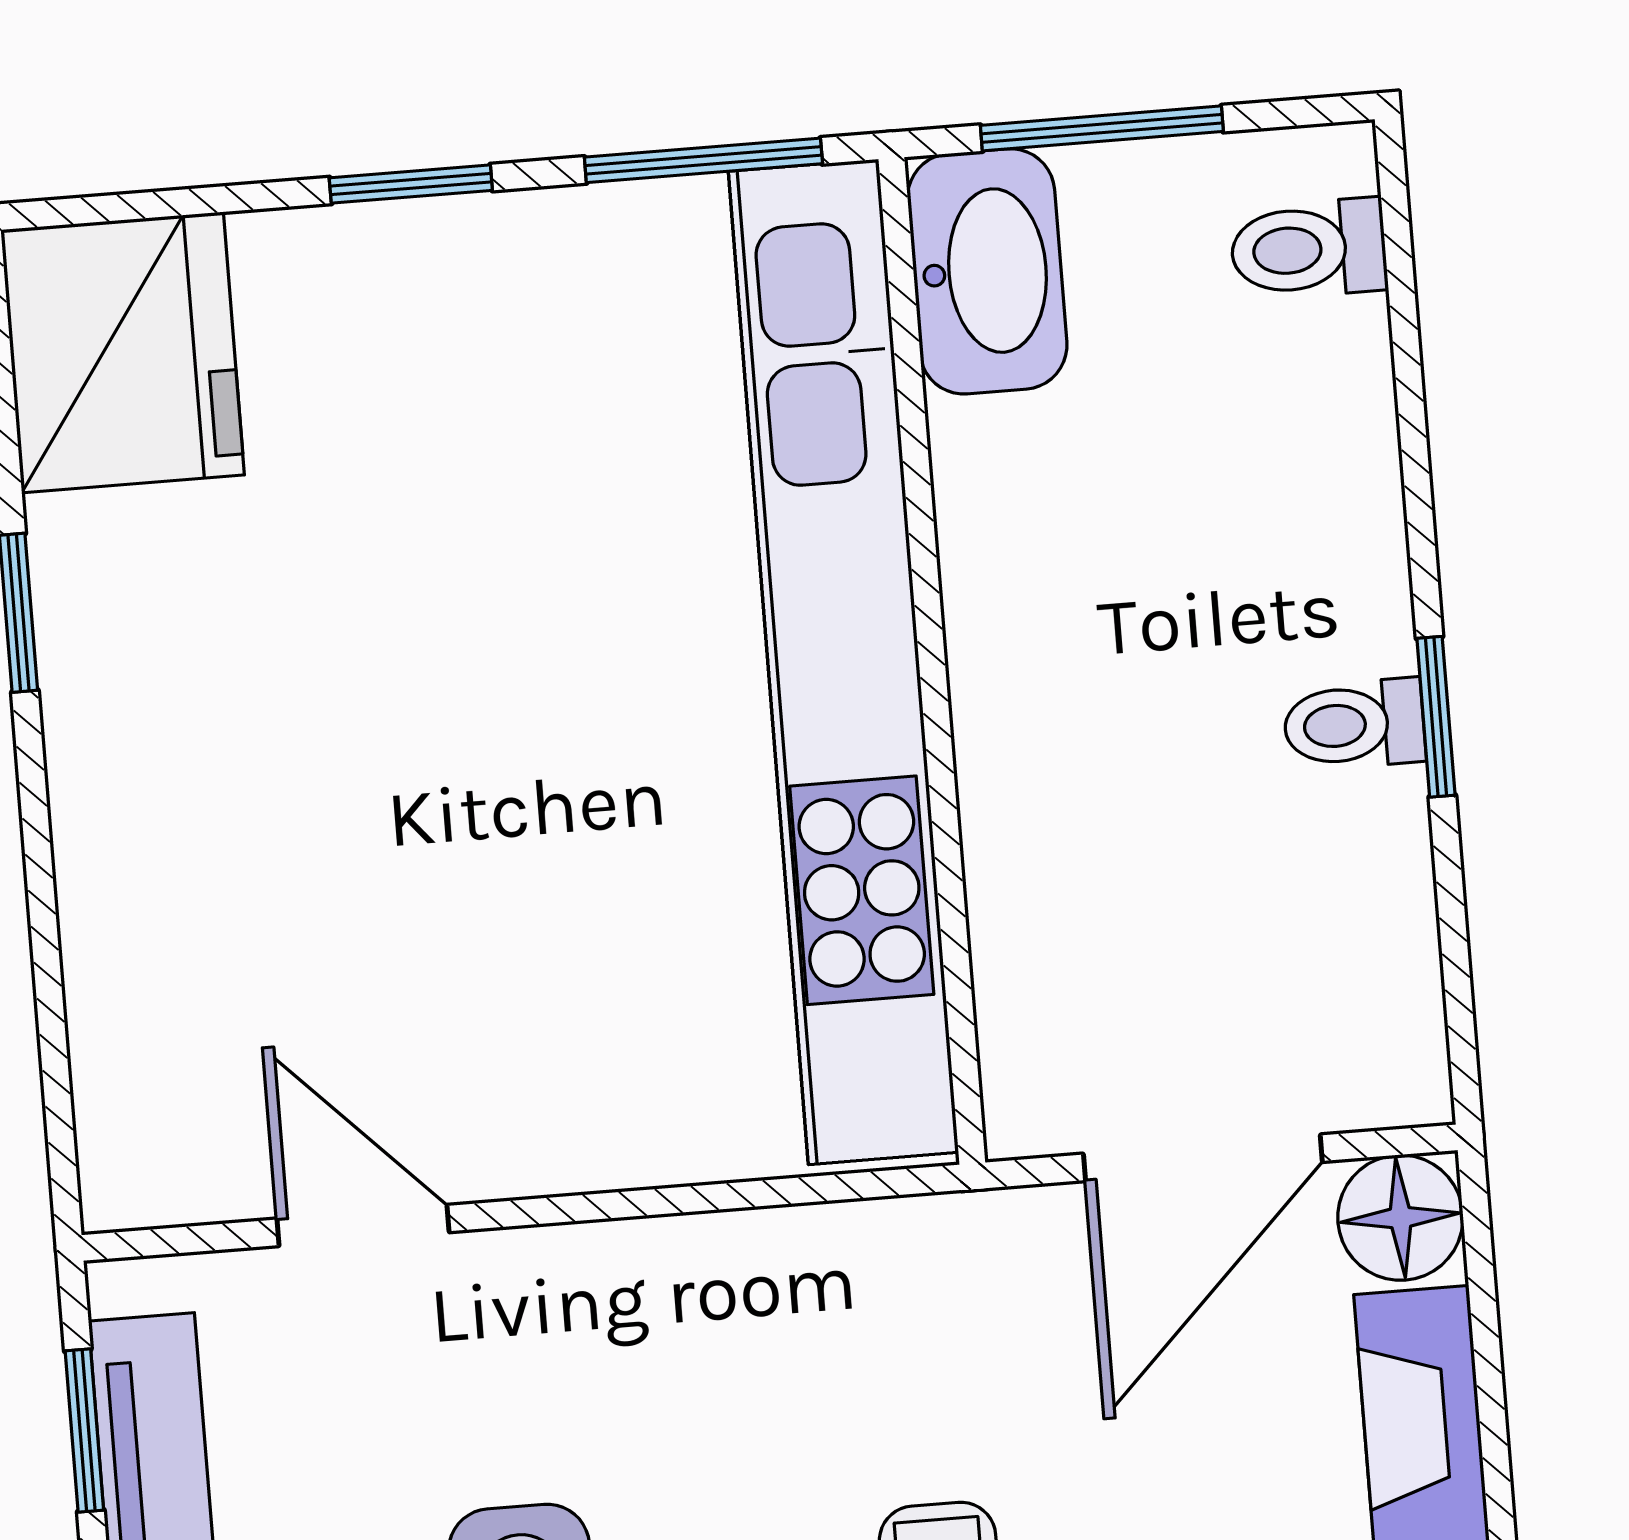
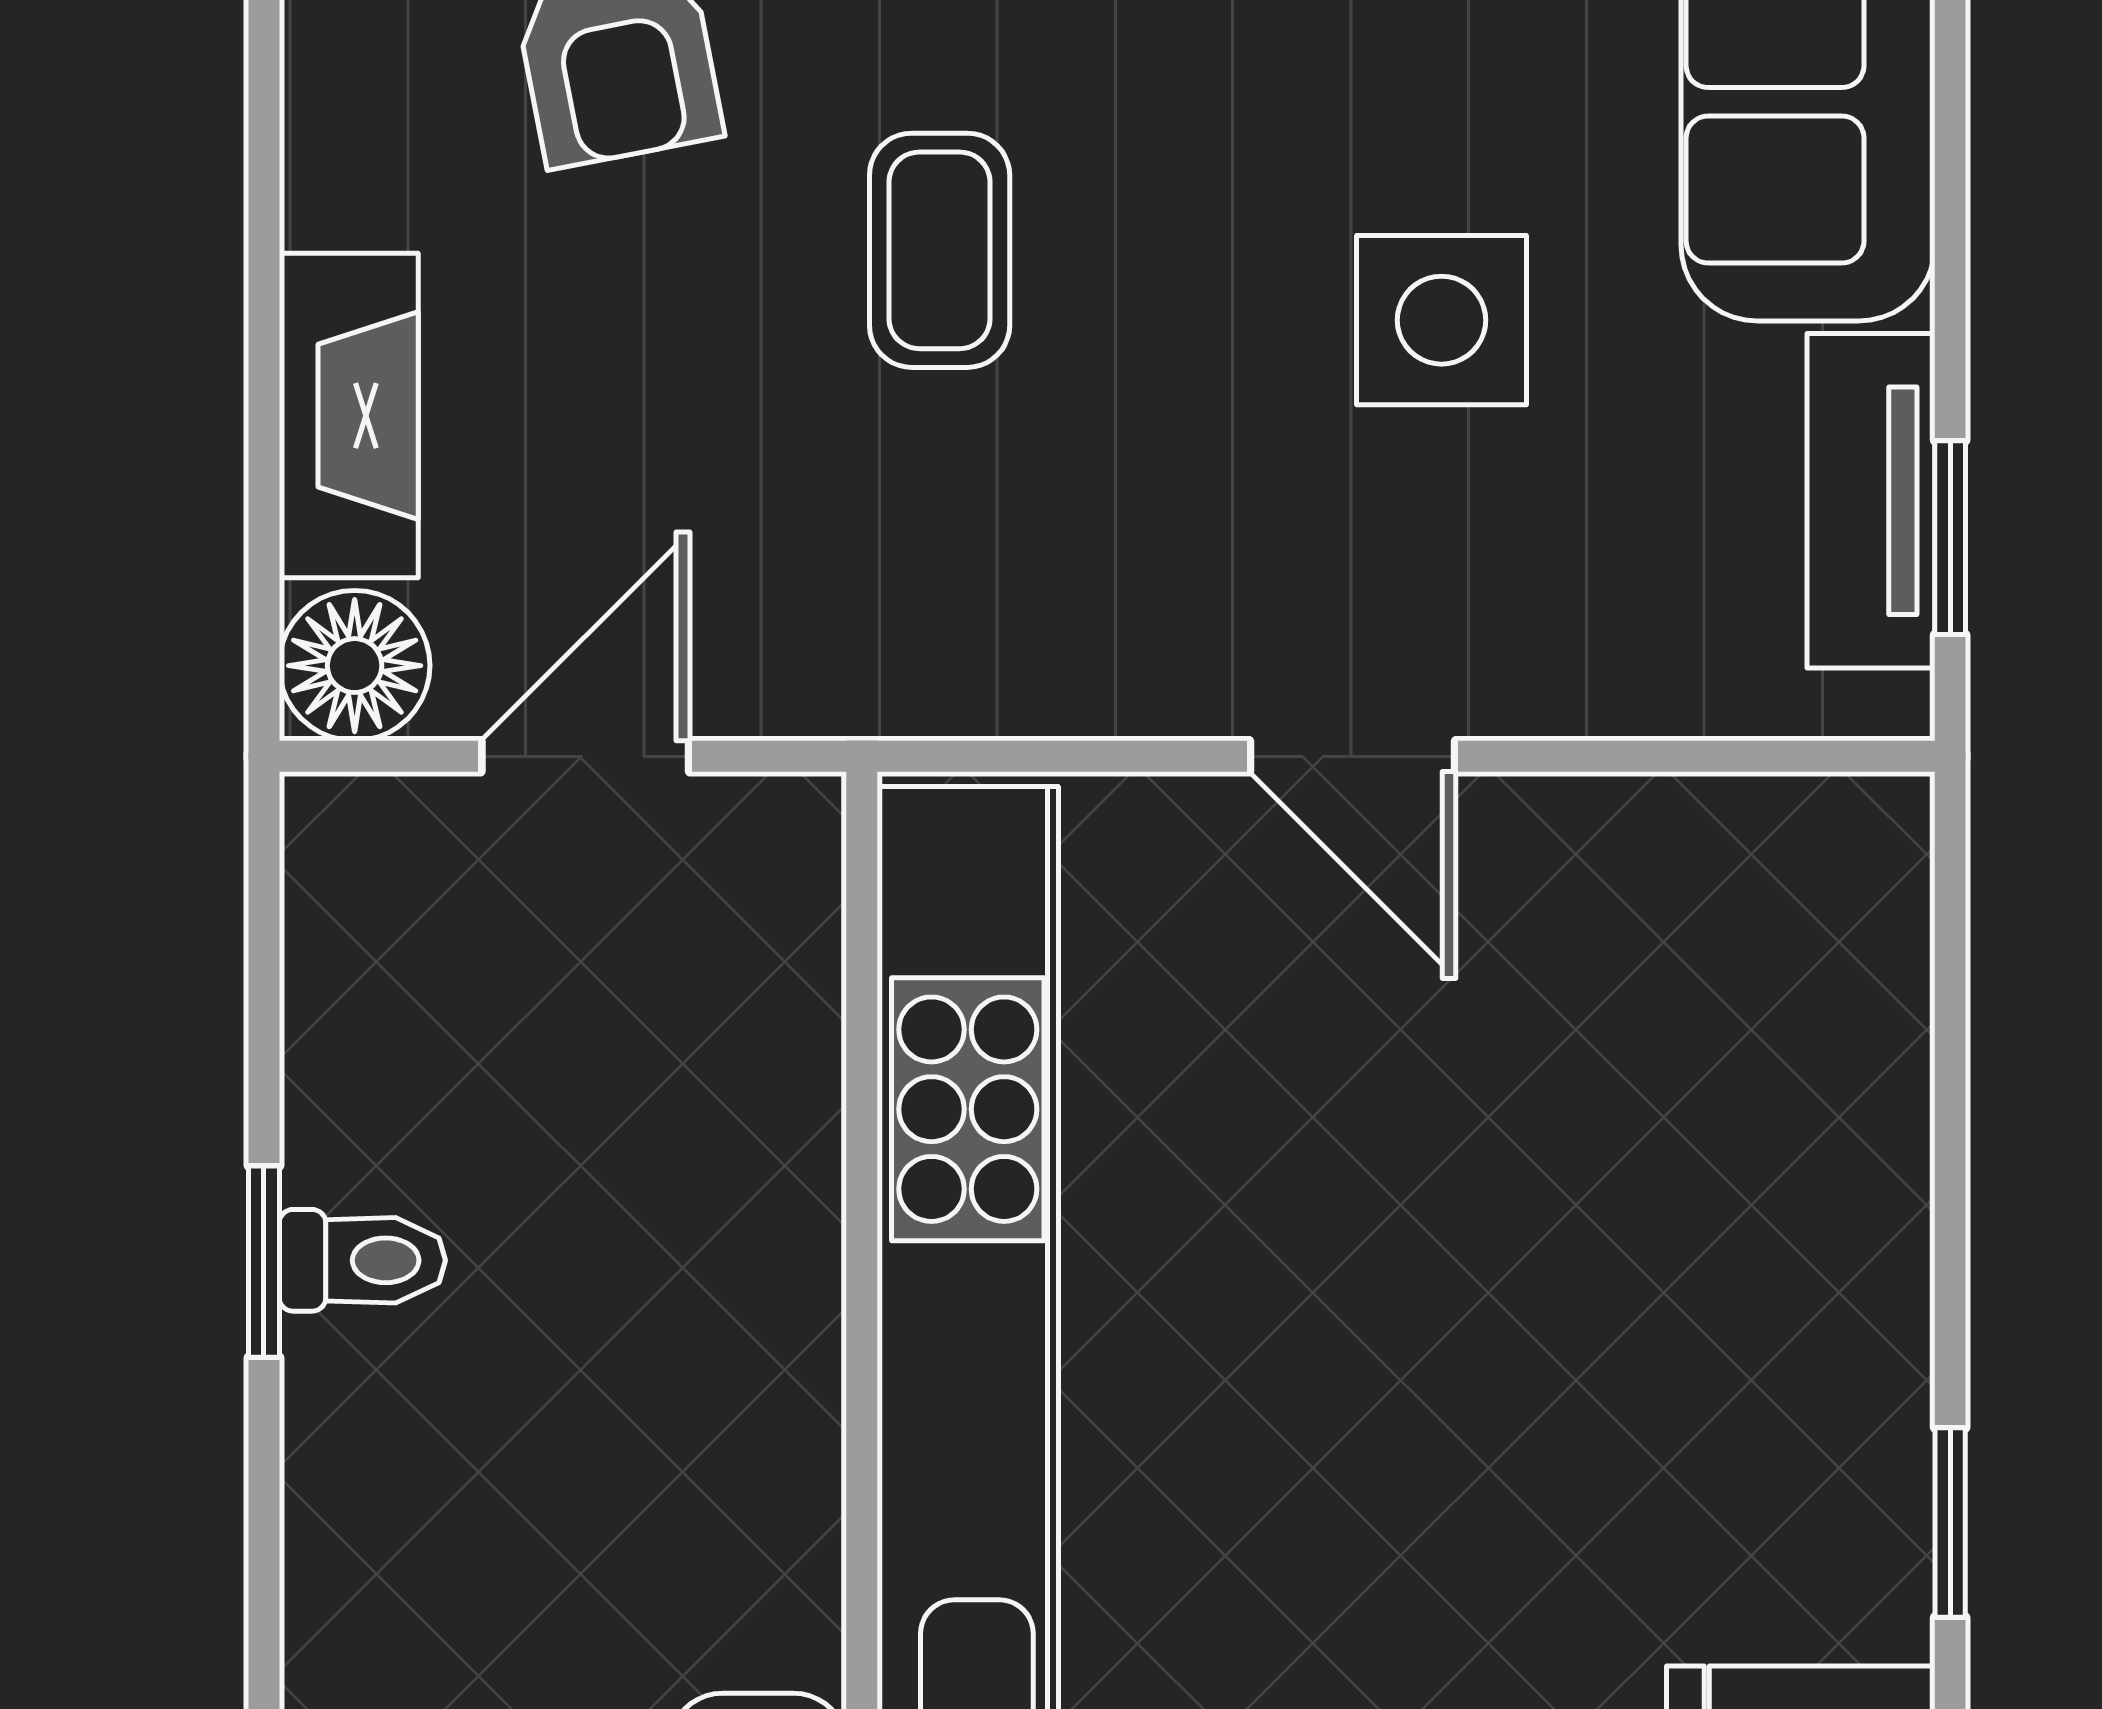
door: (1203, 1158) -> (585, 756), width x0.73
door: (363, 1225) -> (1352, 756), moved

